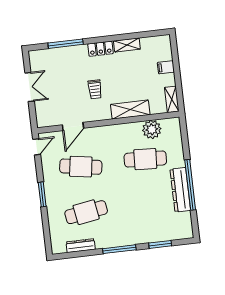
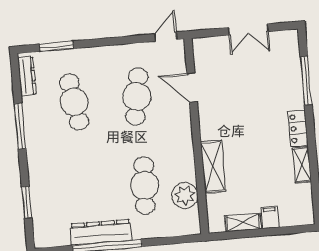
trolley: (95, 89) -> (242, 119), removed
shelving: (172, 99) -> (243, 222), moved
door: (37, 147) -> (166, 37), swing flipped
window: (42, 194) -> (56, 46), moved
dresser: (81, 246) -> (27, 76), moved
window: (119, 249) -> (20, 126), moved

